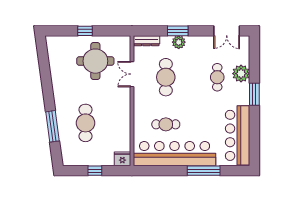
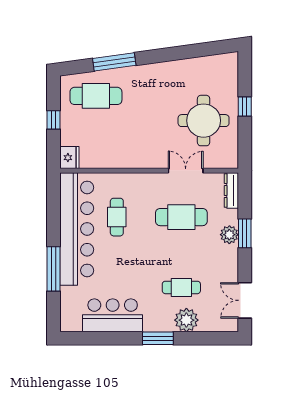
cafe table: (86, 123) -> (96, 96), moved
bar counter: (238, 135) -> (113, 315), width x0.73

